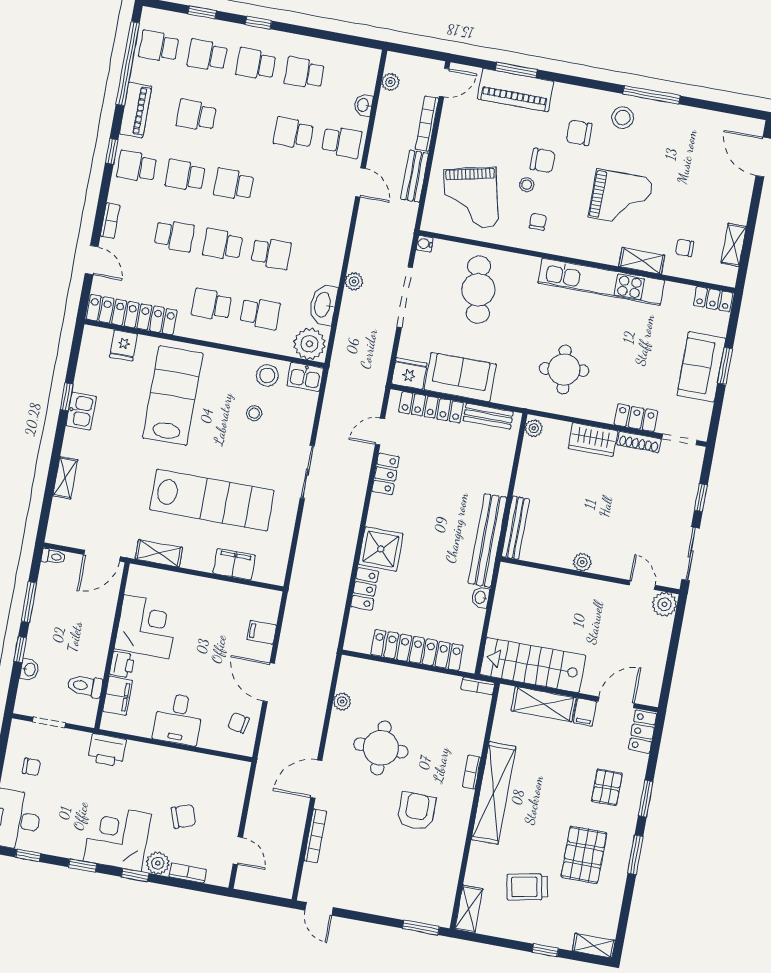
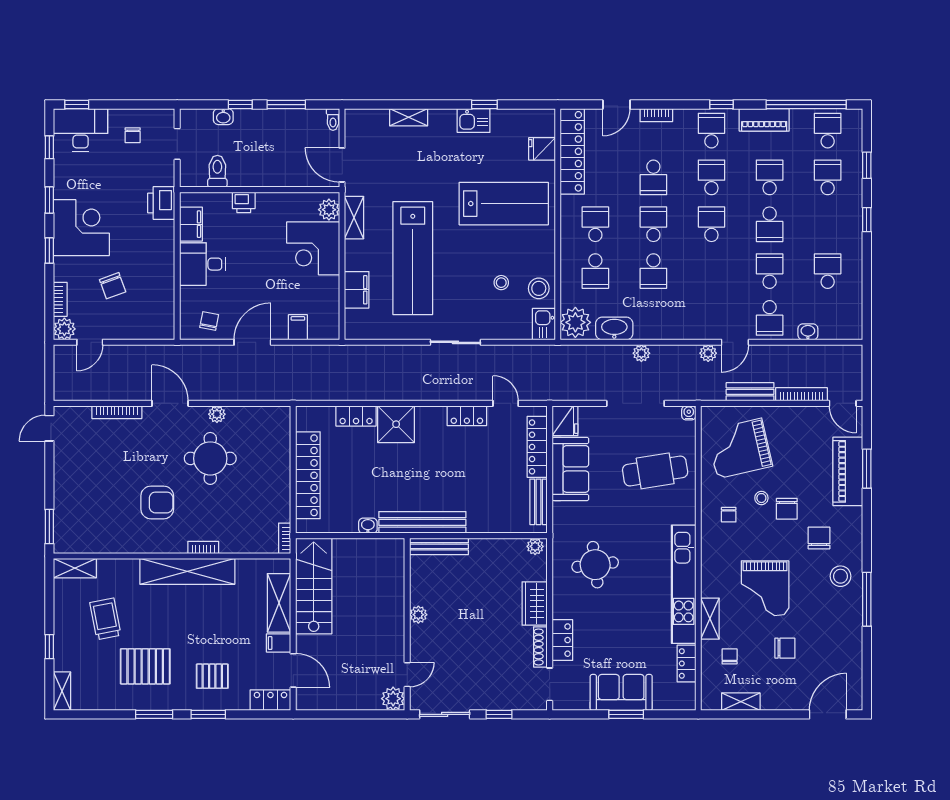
school desk: (256, 64) -> (770, 224), moved, turned 180
plant: (390, 82) -> (708, 353), moved
chair: (687, 189) -> (785, 648), added
chair: (538, 222) -> (729, 515), turned 90
locker: (713, 299) -> (686, 663), moved
plant: (146, 578) -> (329, 210), added
corner desk: (146, 627) -> (313, 248), moved, turned 90
filing cabinet: (118, 696) -> (191, 224), moved, turned -90
plant: (342, 702) -> (217, 414), moved
plant: (158, 863) -> (64, 329), moved

